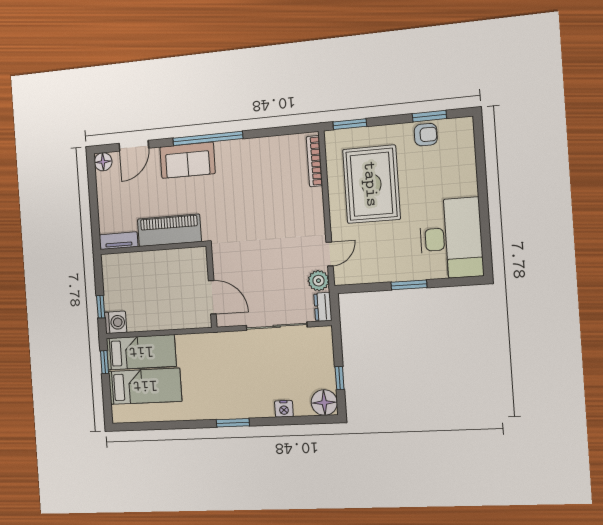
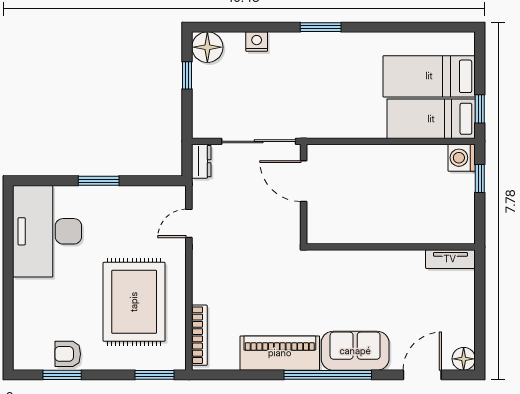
piano: (169, 230) -> (280, 353), moved, turned 180
plant: (318, 281) -> (204, 193), removed
wall: (212, 287) -> (304, 194), moved
door: (212, 297) -> (304, 181), moved

